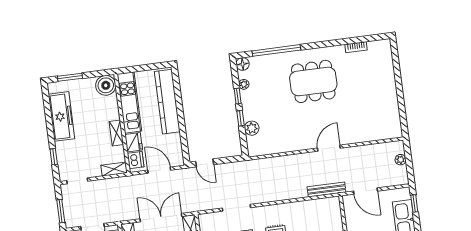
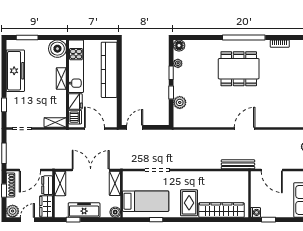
window: (276, 50) -> (244, 38), moved
shelving: (116, 133) -> (61, 79), moved
door: (205, 163) -> (135, 127), swing flipped

